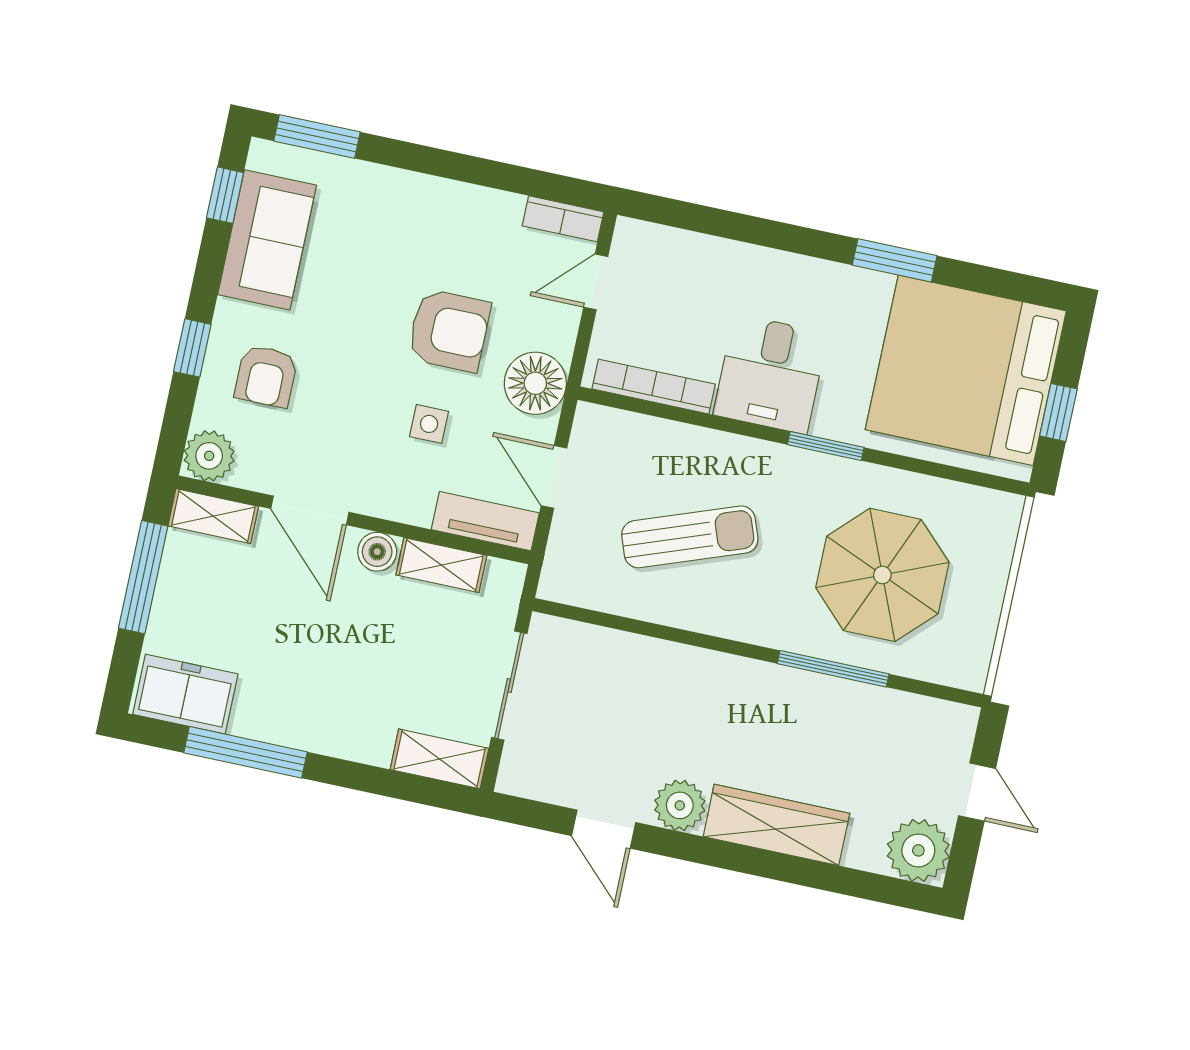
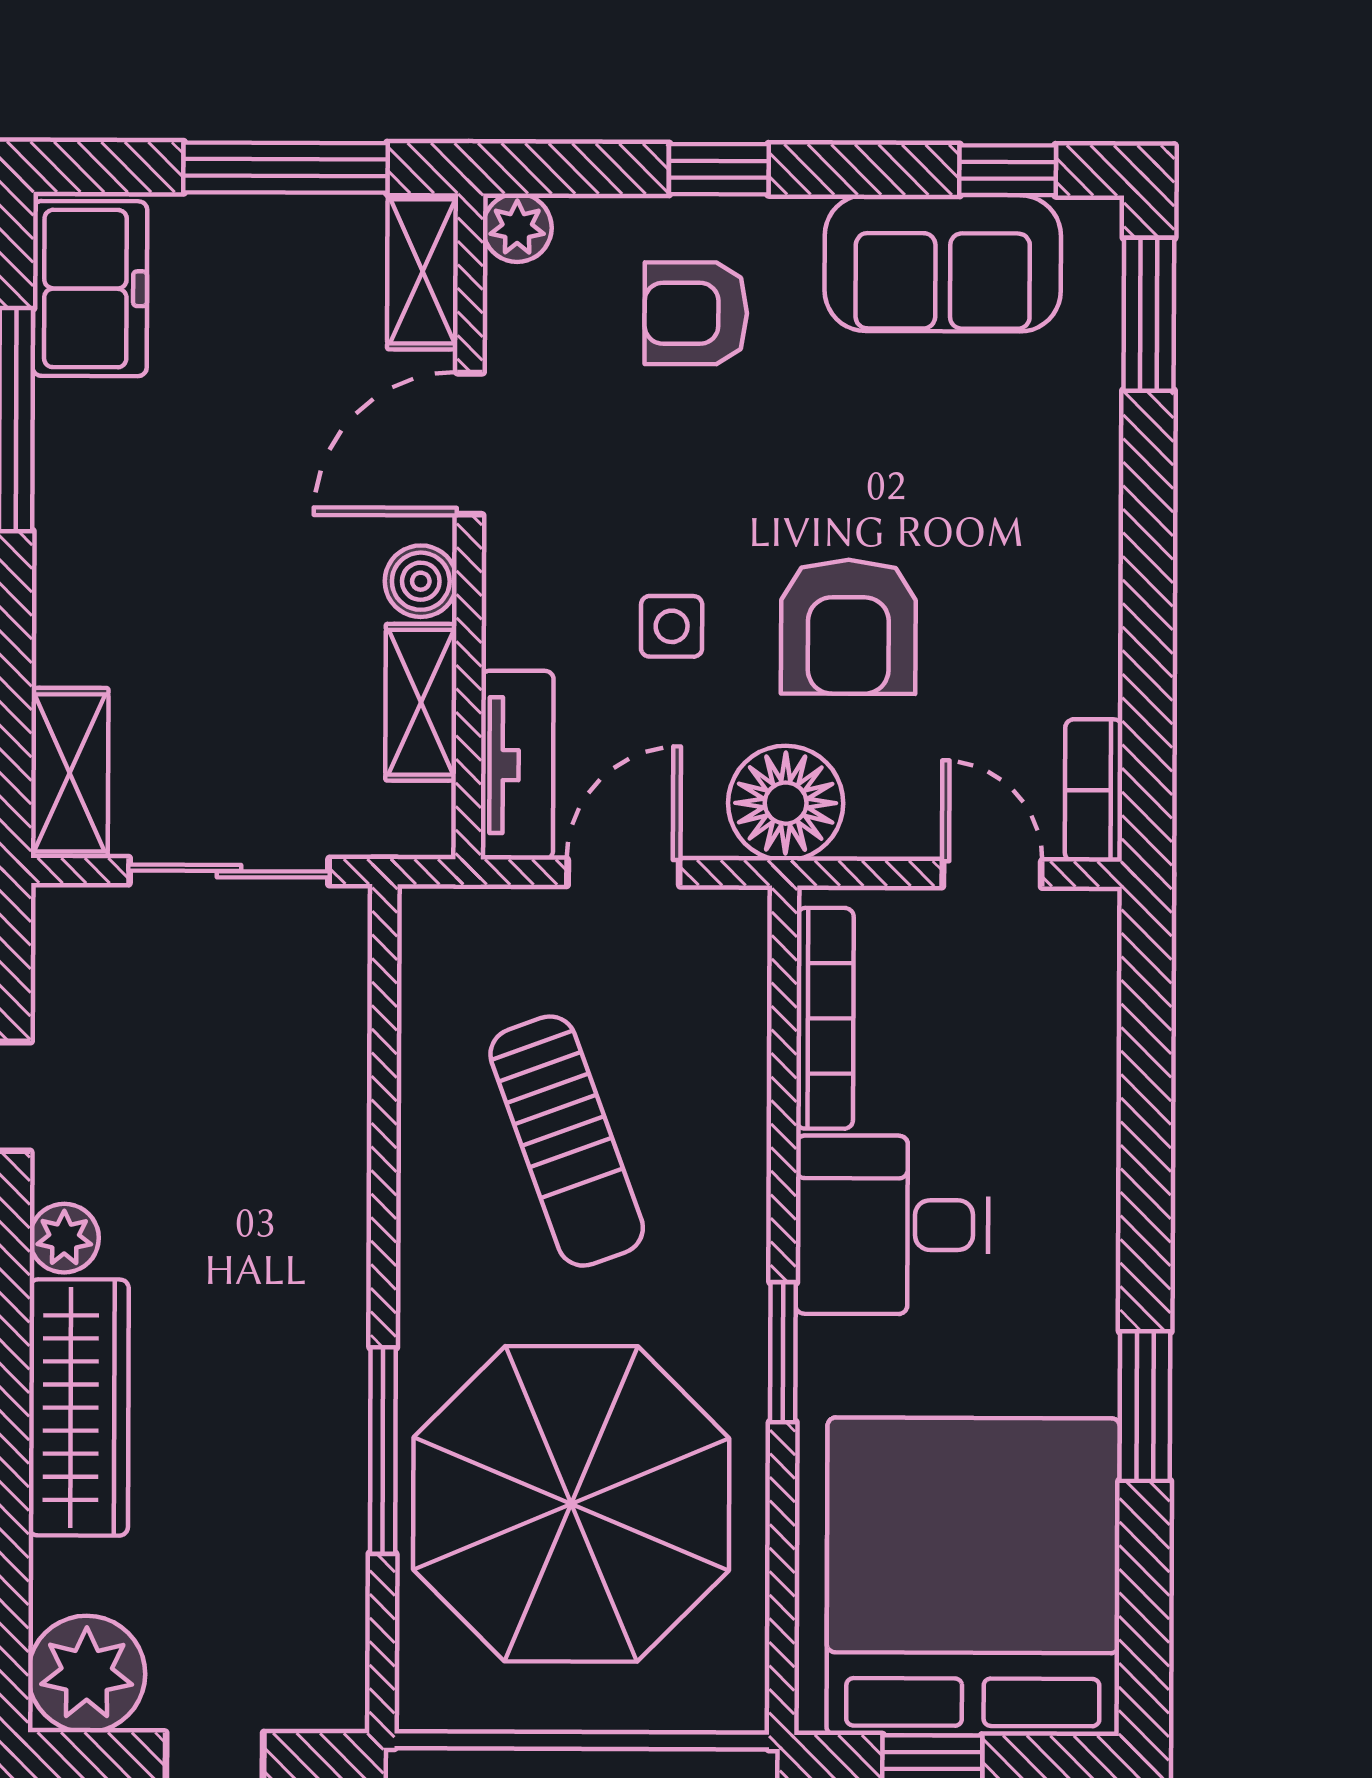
plant: (209, 456) -> (517, 228), width x0.73, depth x0.73
parasol: (882, 575) -> (571, 1504), width x1.36, depth x1.36
plant: (680, 805) -> (64, 1238), width x0.73, depth x0.73

